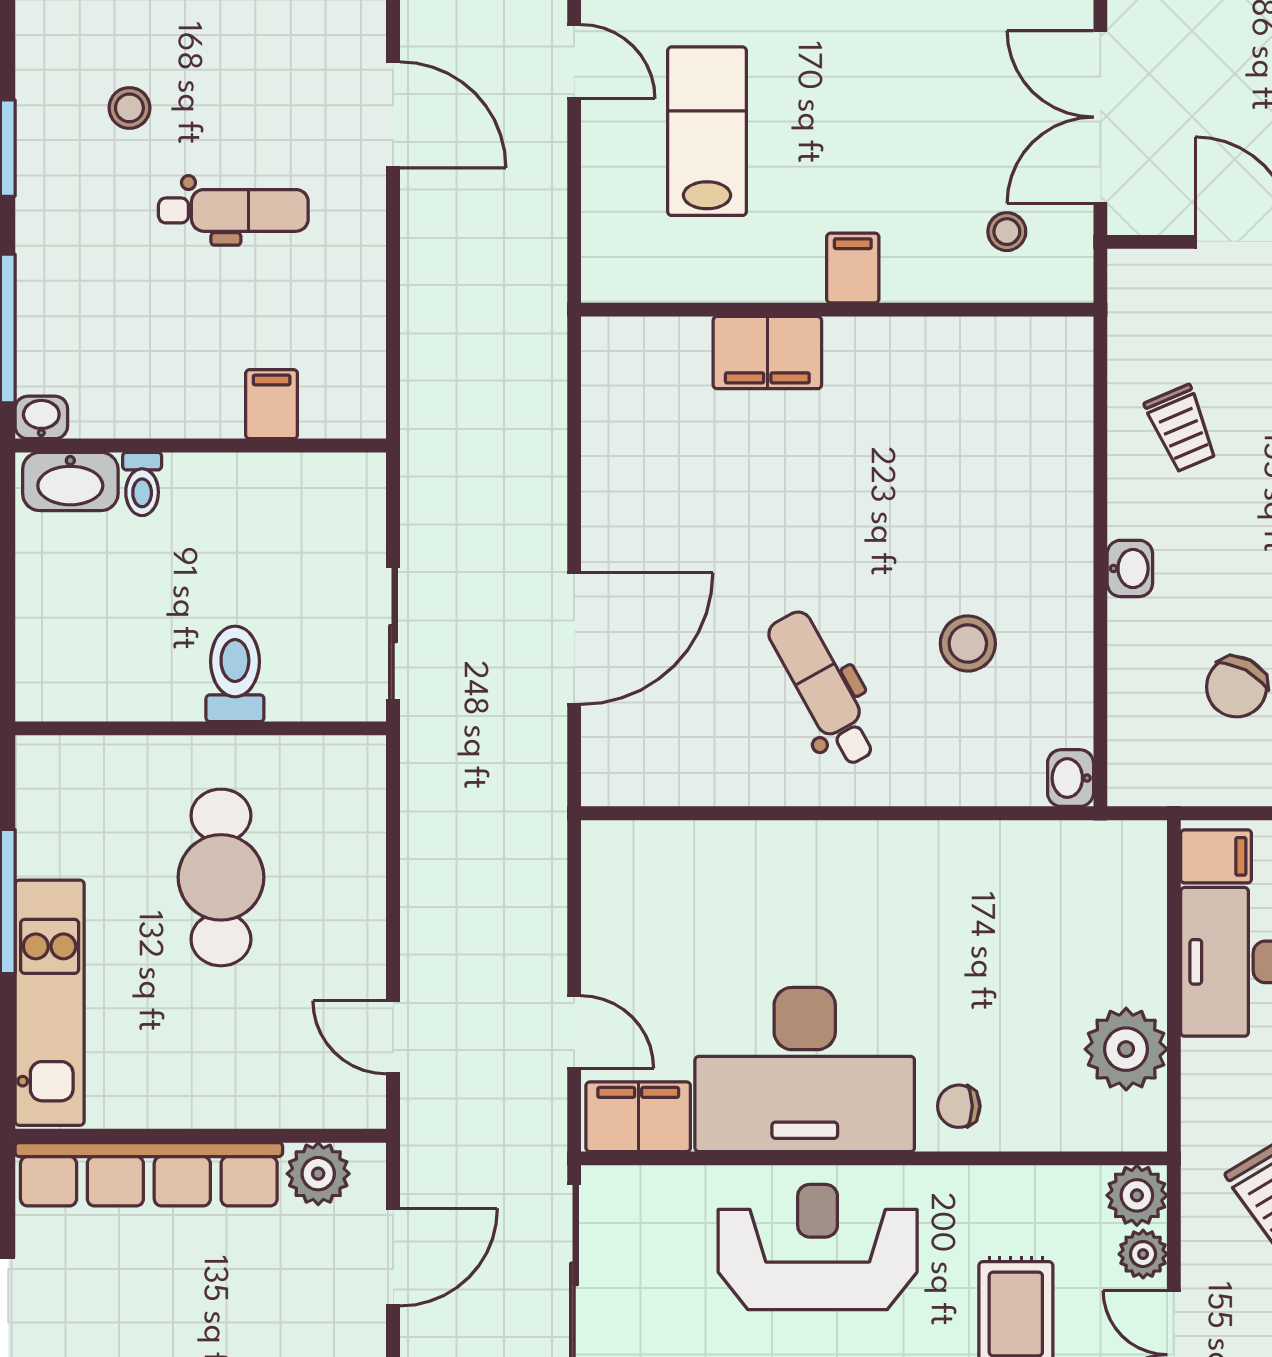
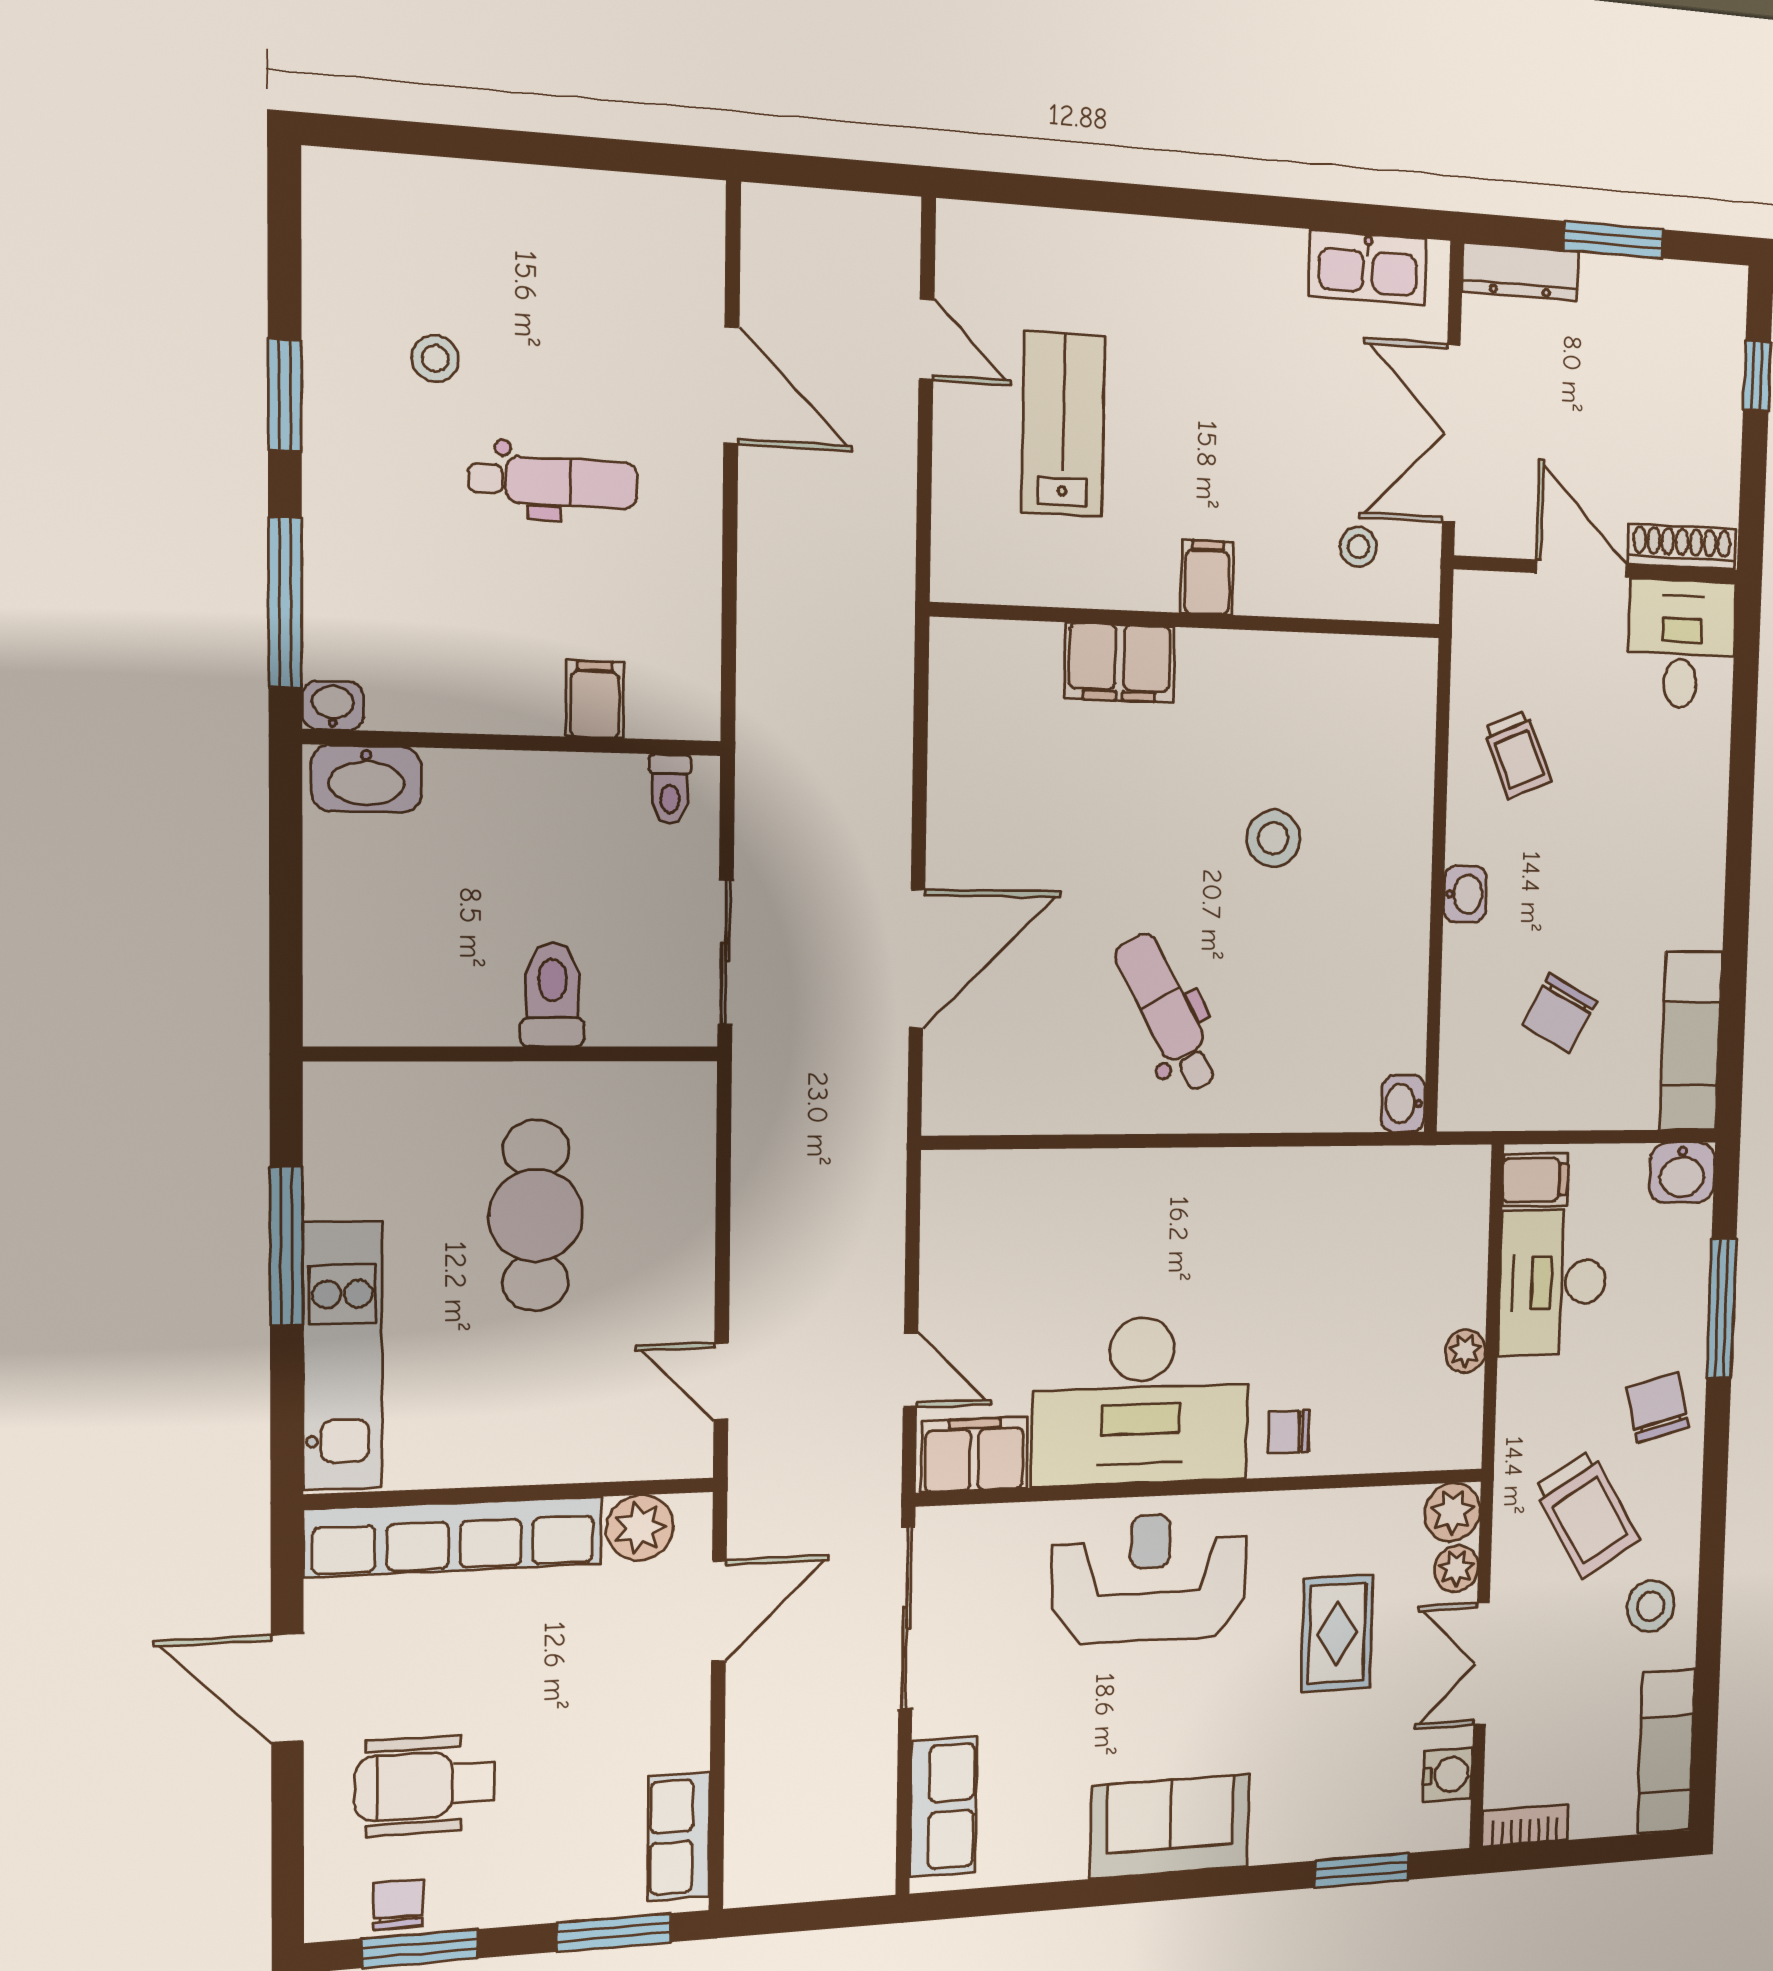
toilet: (142, 484) -> (670, 789), moved
stool: (968, 643) -> (1273, 838), moved
plant: (1126, 1049) -> (1465, 1351), width x0.53, depth x0.53

